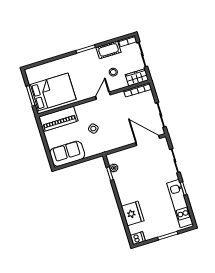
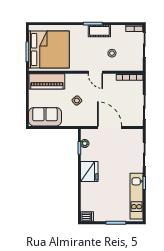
cot: (109, 50) -> (99, 31), moved
wardrobe: (137, 77) -> (133, 65), removed
bed: (52, 92) -> (49, 50), width x1.36
door: (103, 96) -> (95, 72), swing flipped
door: (148, 140) -> (110, 127), moved
fridge: (133, 213) -> (89, 171), moved

